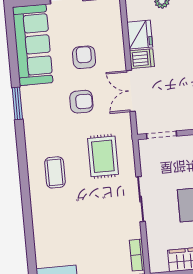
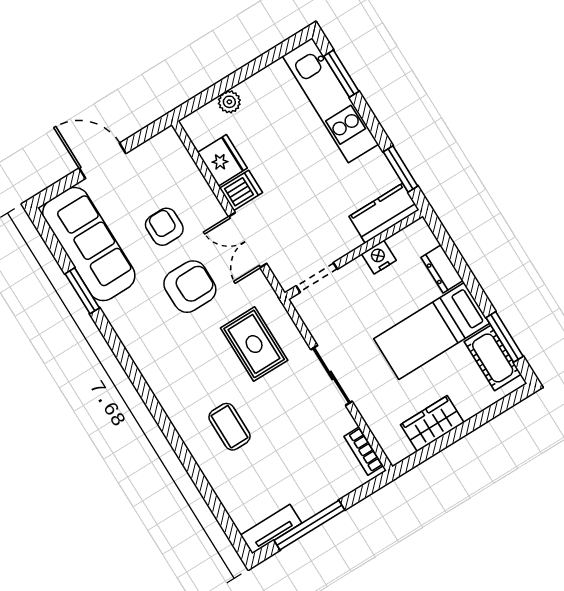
armchair: (81, 102) -> (190, 287), width x1.38, depth x1.38
window: (17, 103) -> (82, 291), moved
coffee table: (55, 172) -> (230, 427), moved

